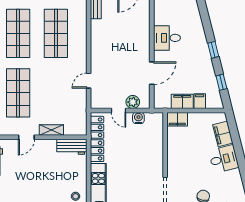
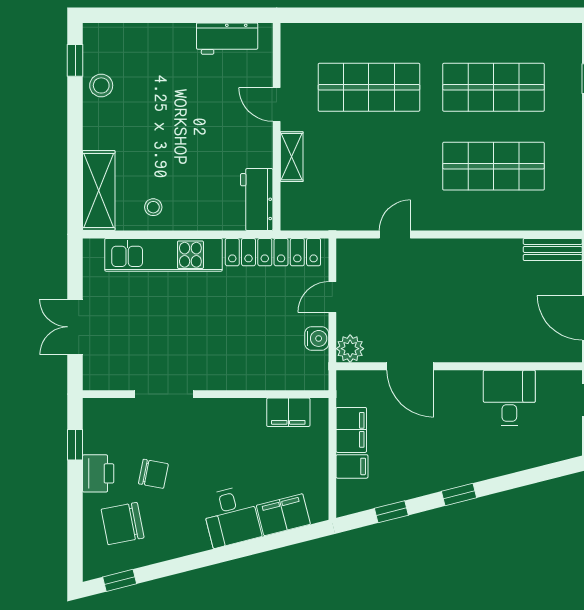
desk: (167, 38) -> (509, 398), moved
door: (89, 81) -> (395, 234), hinge flipped
plant: (133, 102) -> (350, 349), moved
filing cabinet: (177, 119) -> (288, 412), moved, turned -90

